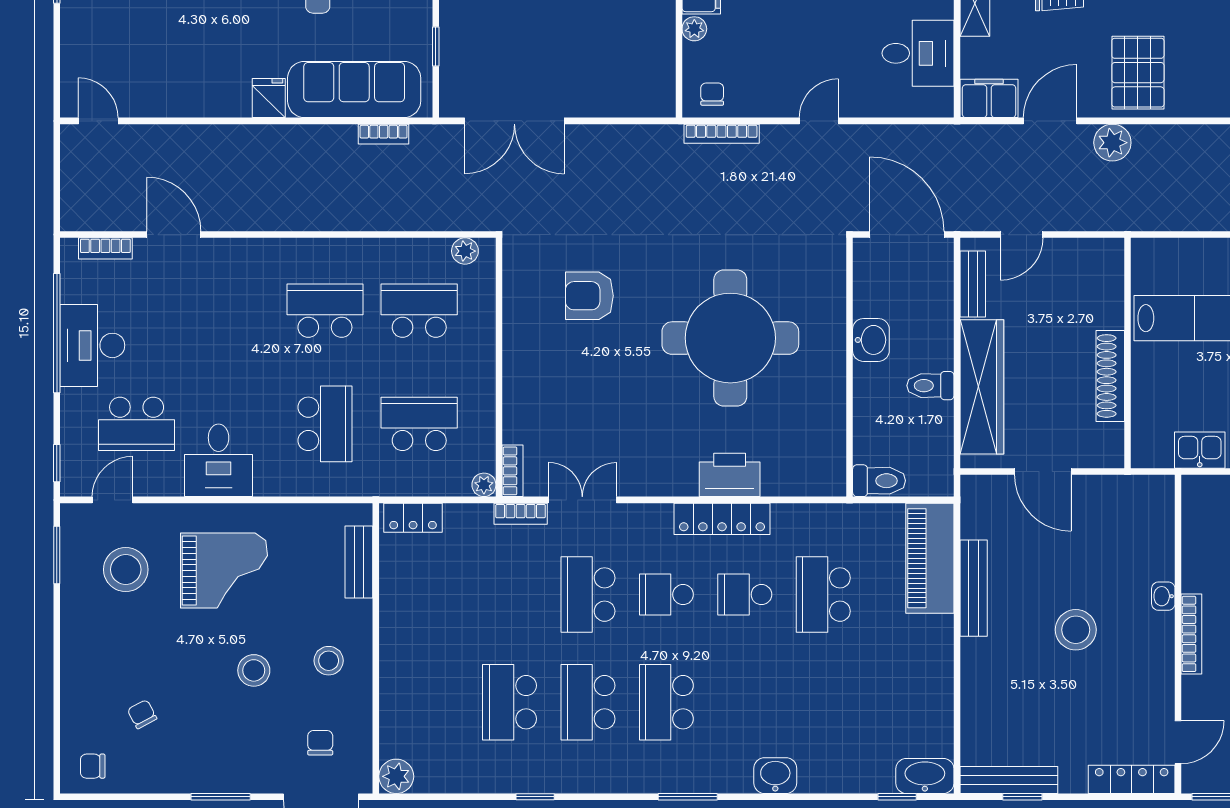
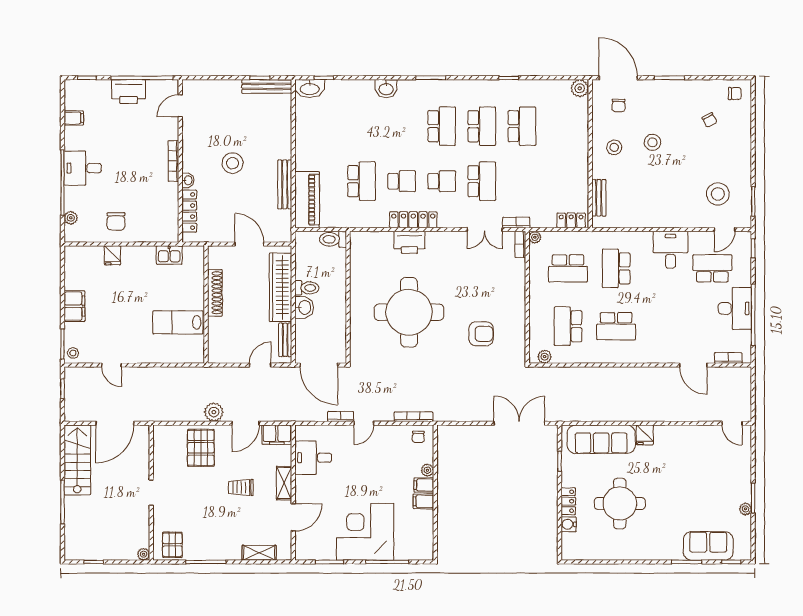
bookcase: (384, 134) -> (341, 416), moved
school desk: (419, 311) -> (568, 326), turned 90
washbasin: (871, 340) -> (304, 307), moved, turned 180
grand piano: (224, 571) -> (668, 193), removed
locker: (1132, 779) -> (189, 211), moved, turned -90

